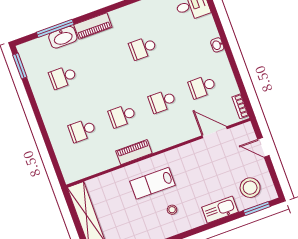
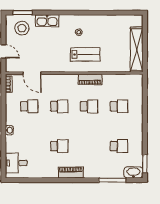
piano: (93, 26) -> (71, 173), moved
washbasin: (63, 37) -> (133, 172), moved

